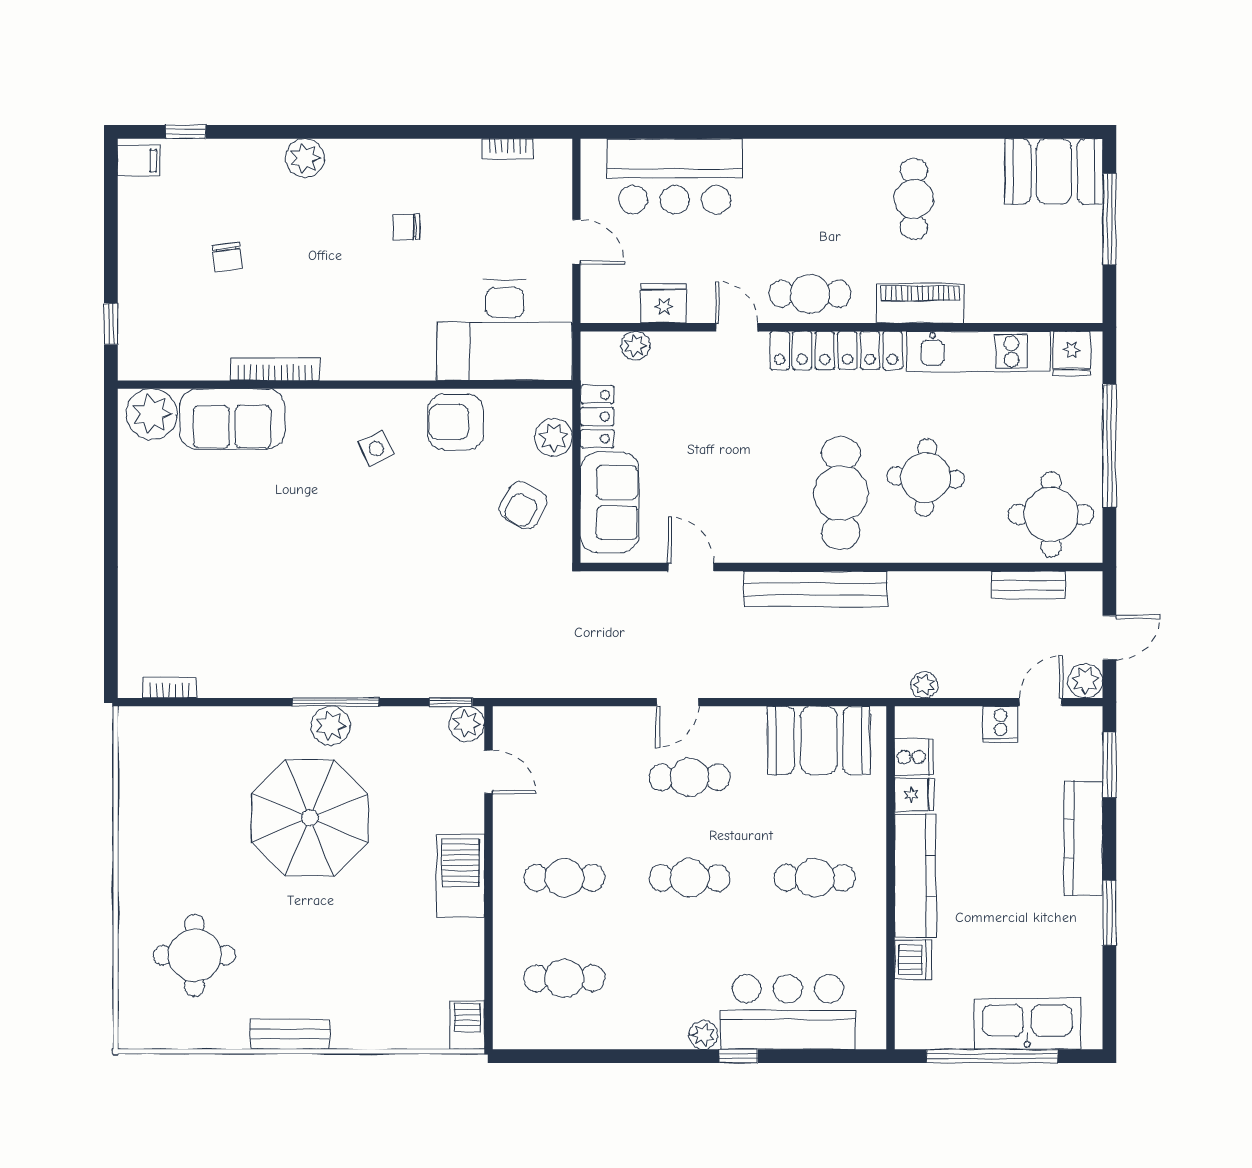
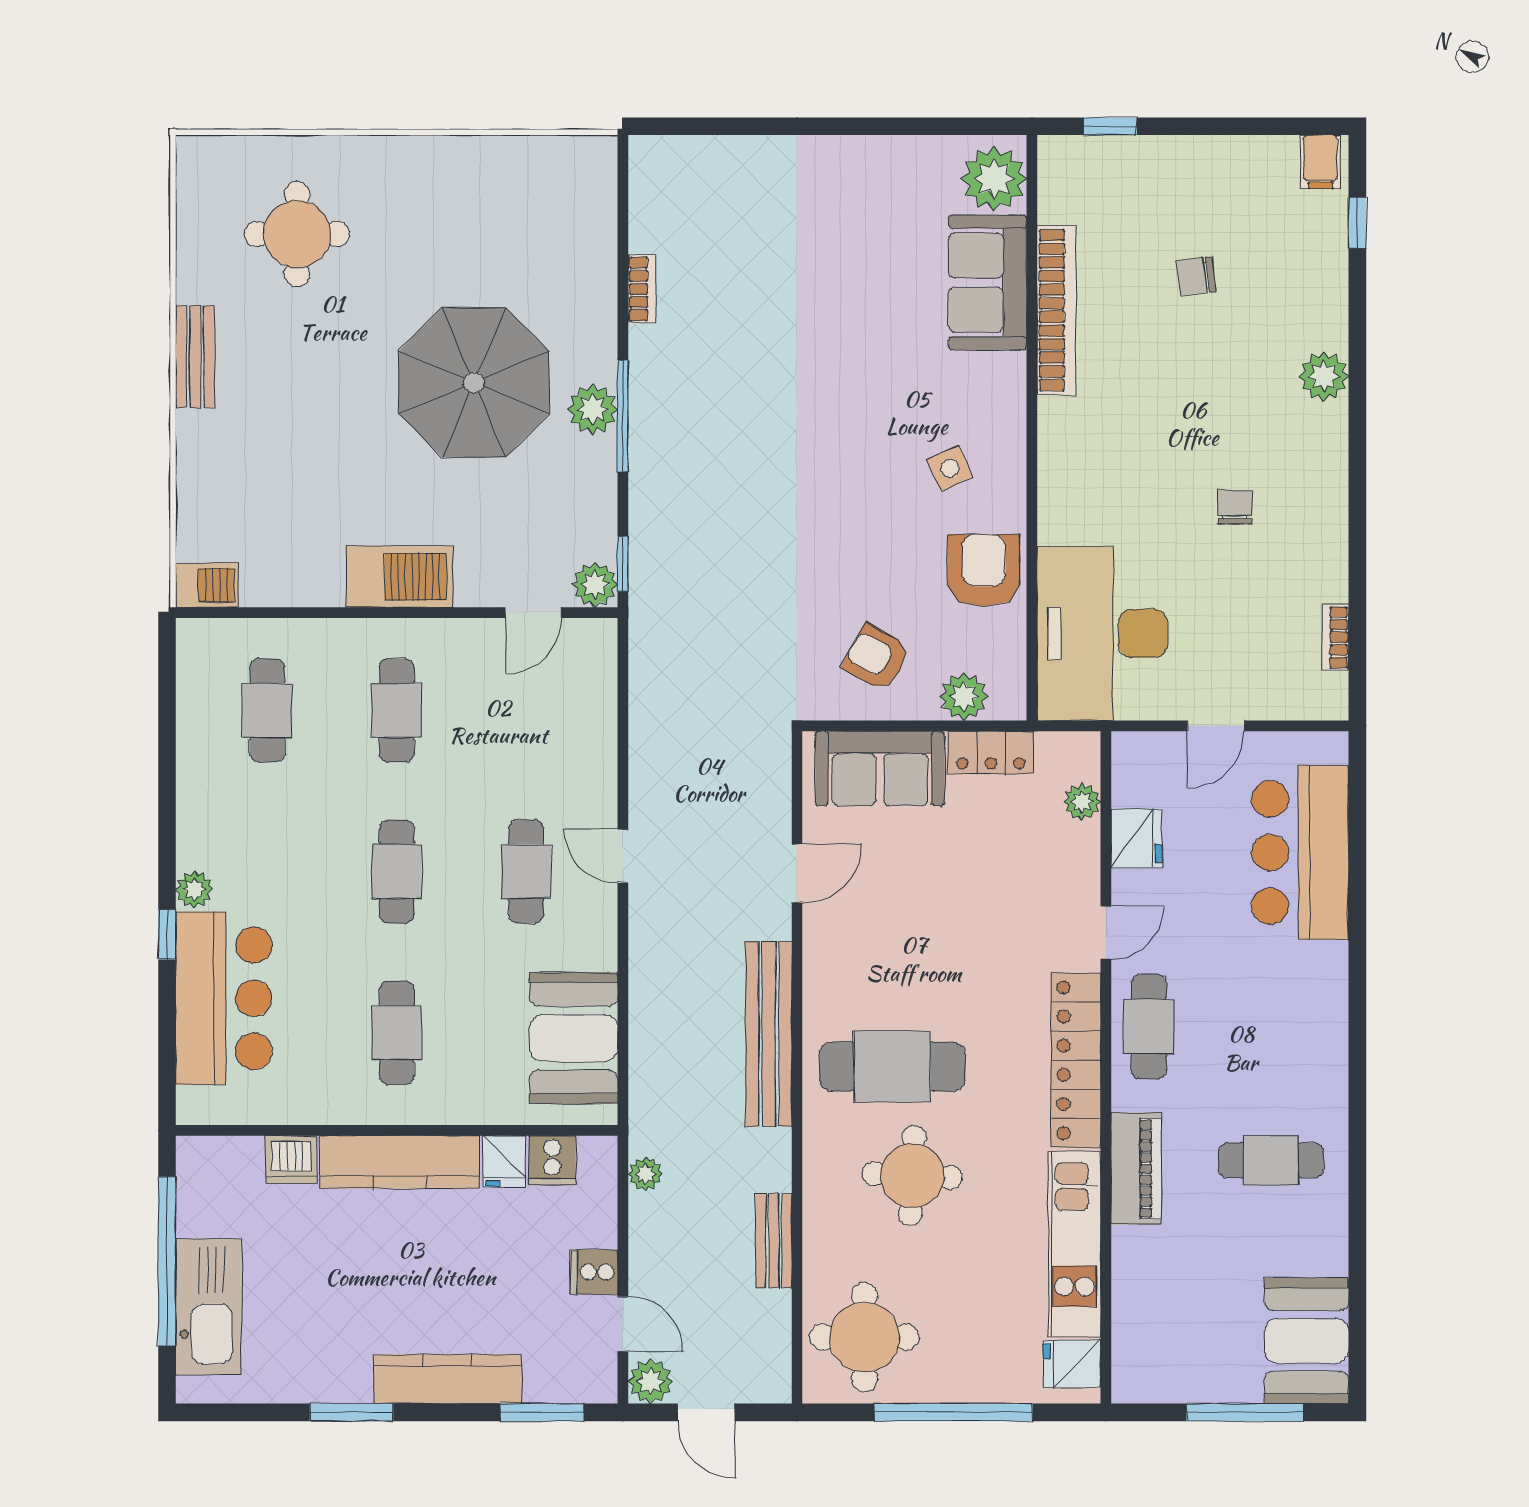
bookcase: (275, 369) -> (1056, 310), width x1.48, depth x1.31
bench: (1028, 585) -> (774, 1241), moved
bookcase: (169, 687) -> (642, 289), moved

